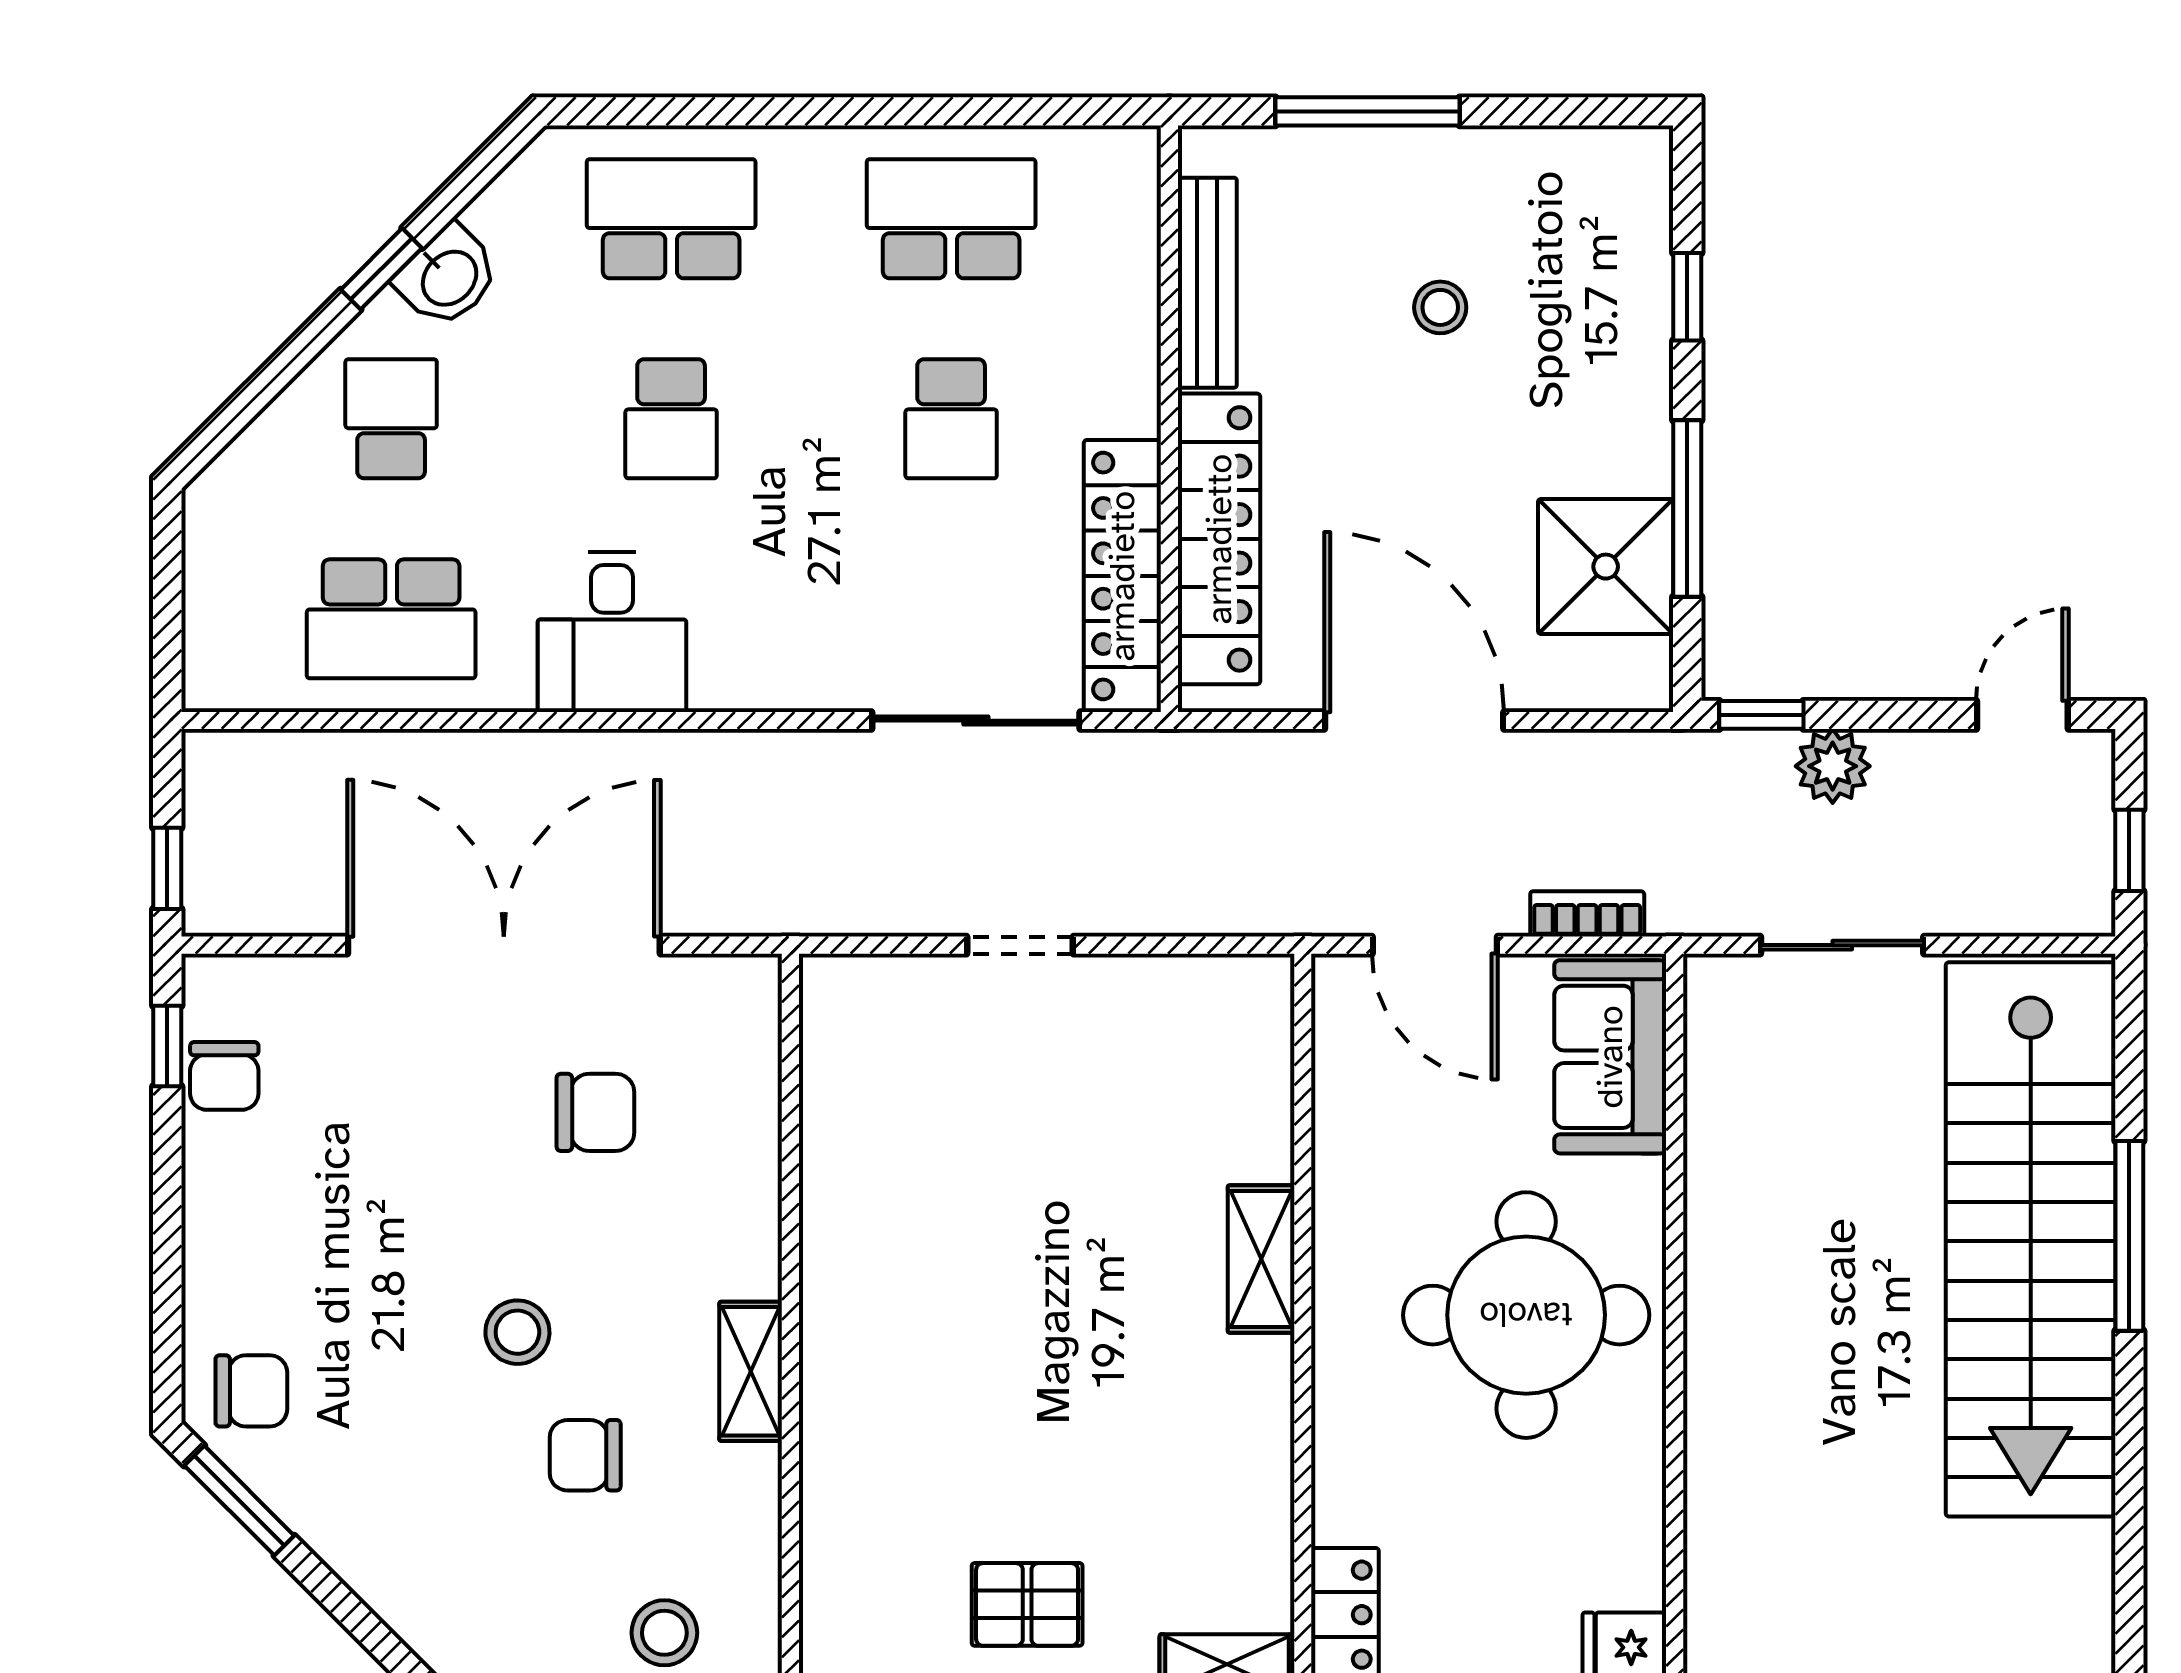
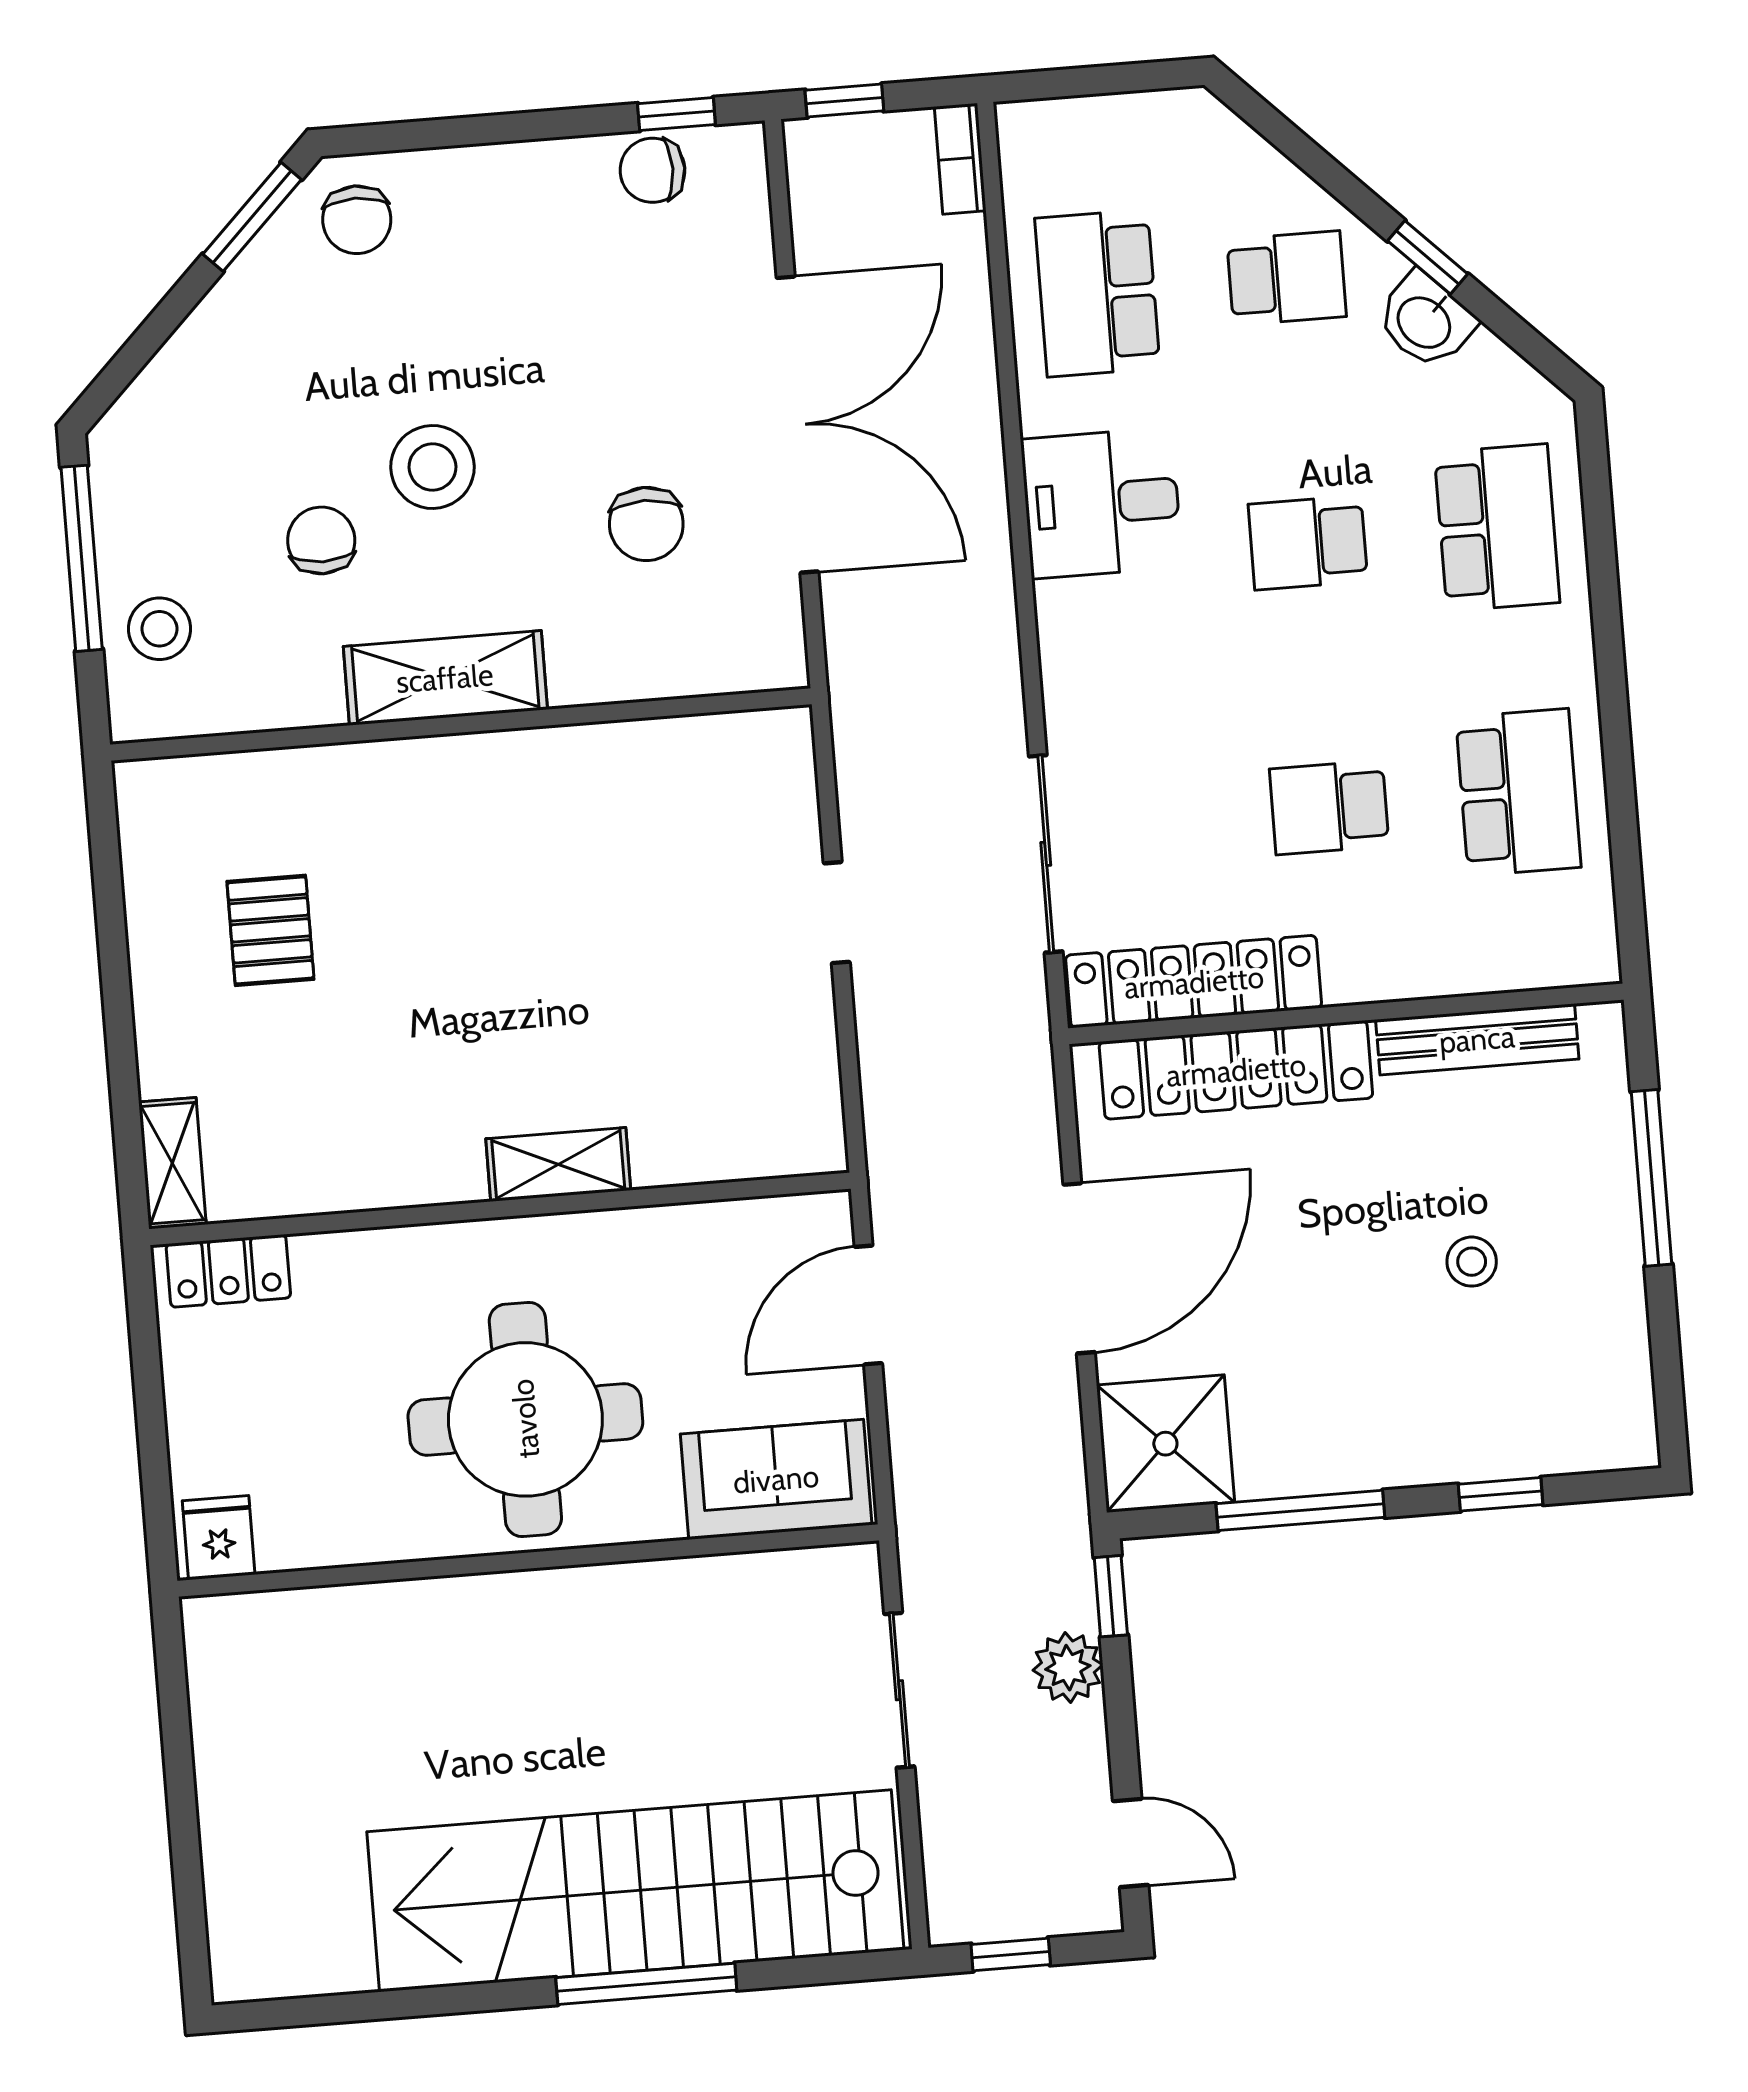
shower: (1606, 567) -> (1165, 1444), moved
bookcase: (1587, 914) -> (960, 159), moved, turned 180
stool: (517, 1332) -> (433, 467), width x1.38, depth x1.38
shelving: (751, 1371) -> (445, 678), width x1.50, depth x1.33
pallet: (1027, 1604) -> (270, 930), moved

